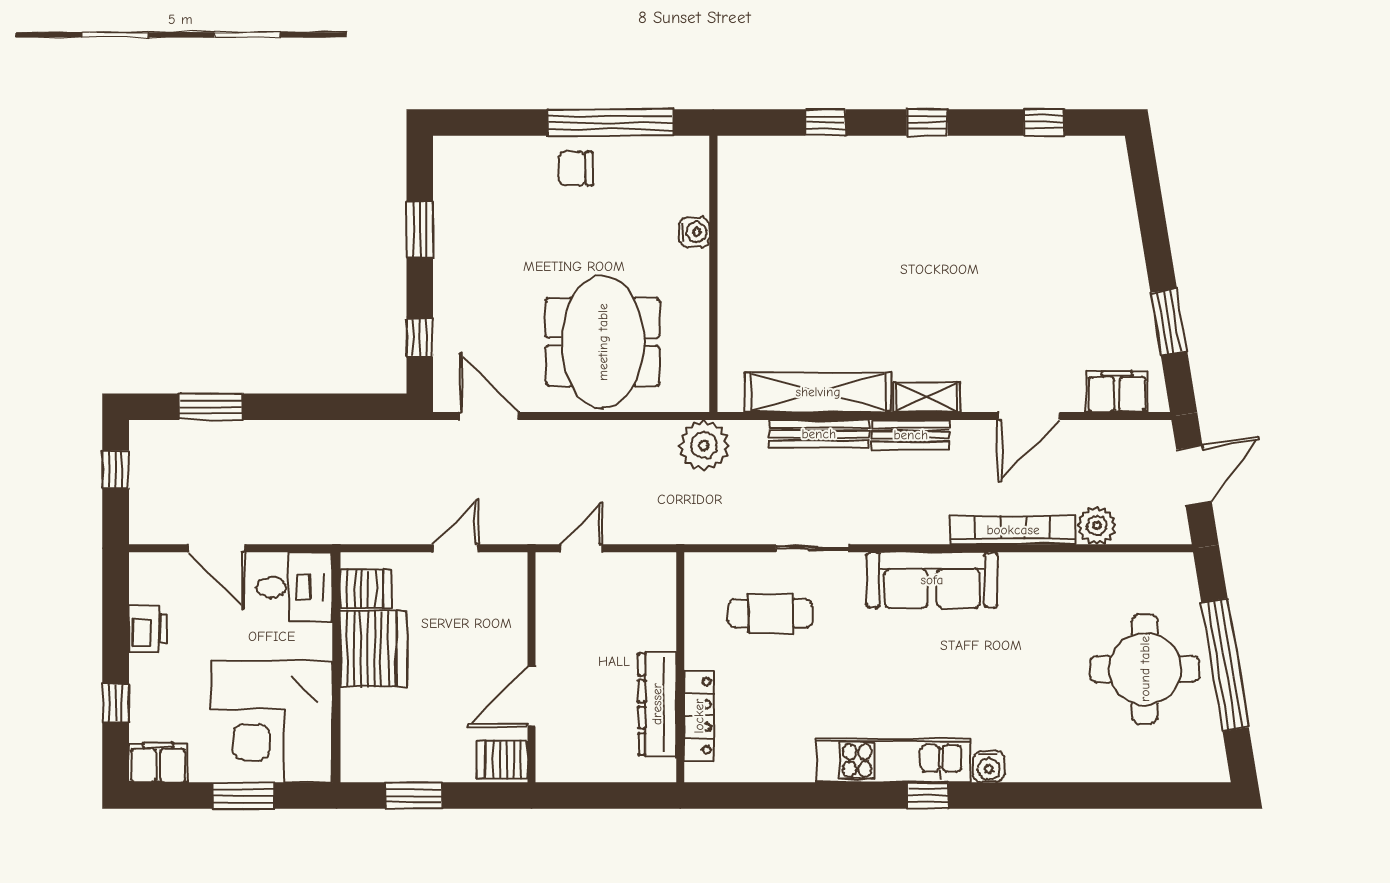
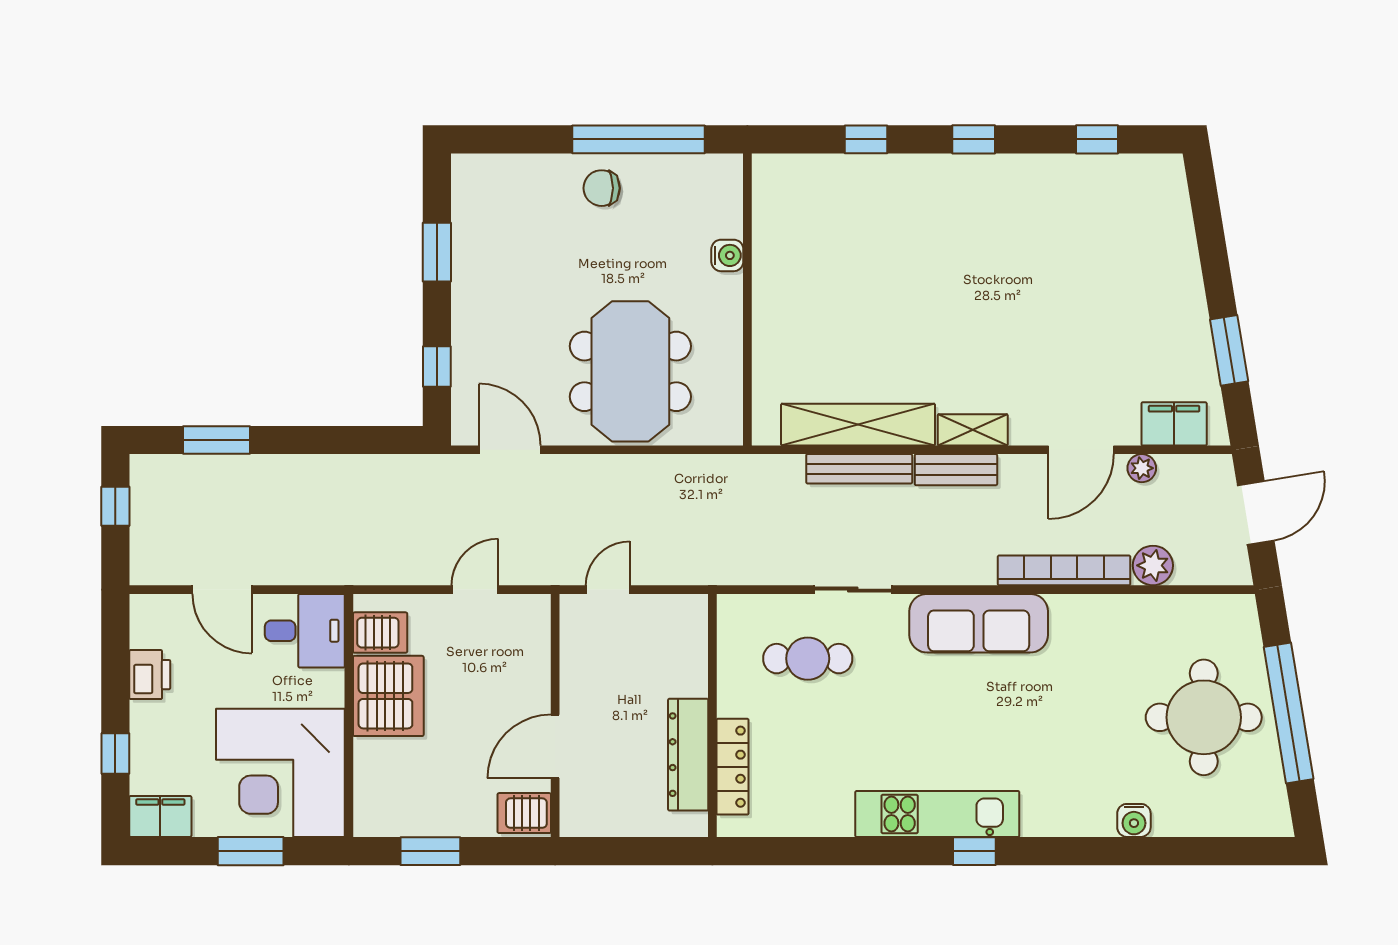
plant: (704, 445) -> (1142, 468), moved, width x0.53, depth x0.53
water cooler: (989, 767) -> (1134, 820), moved

